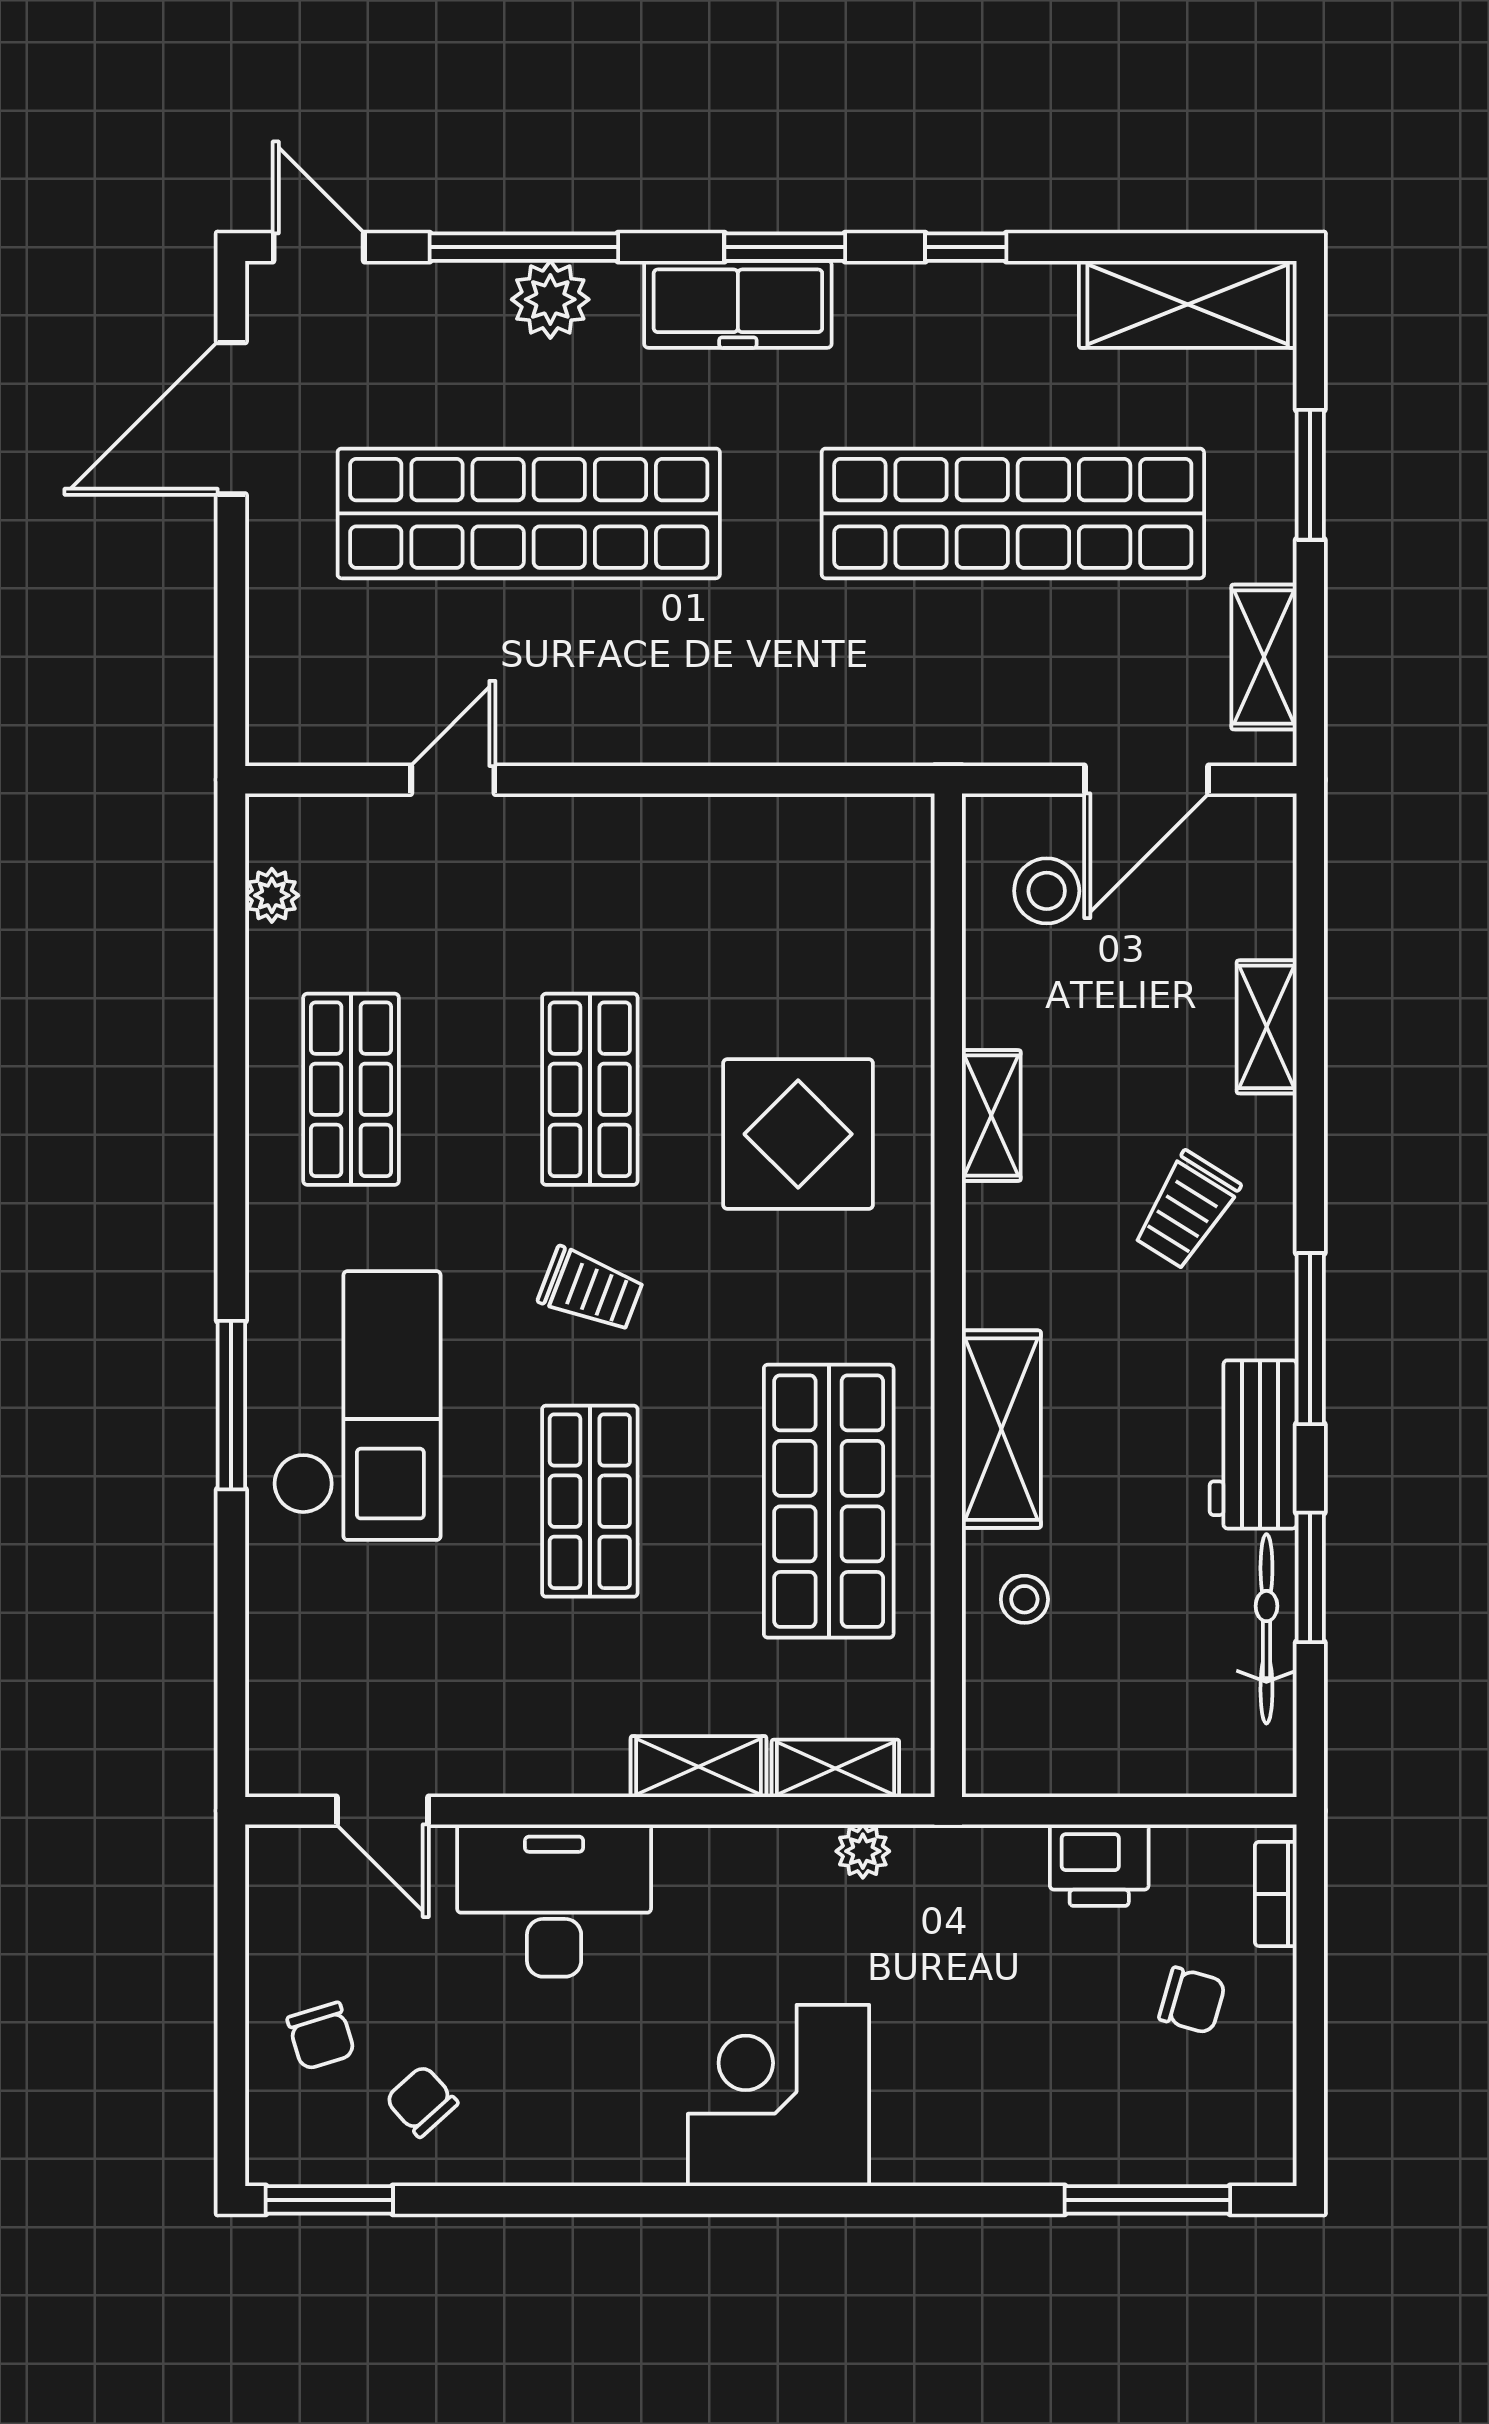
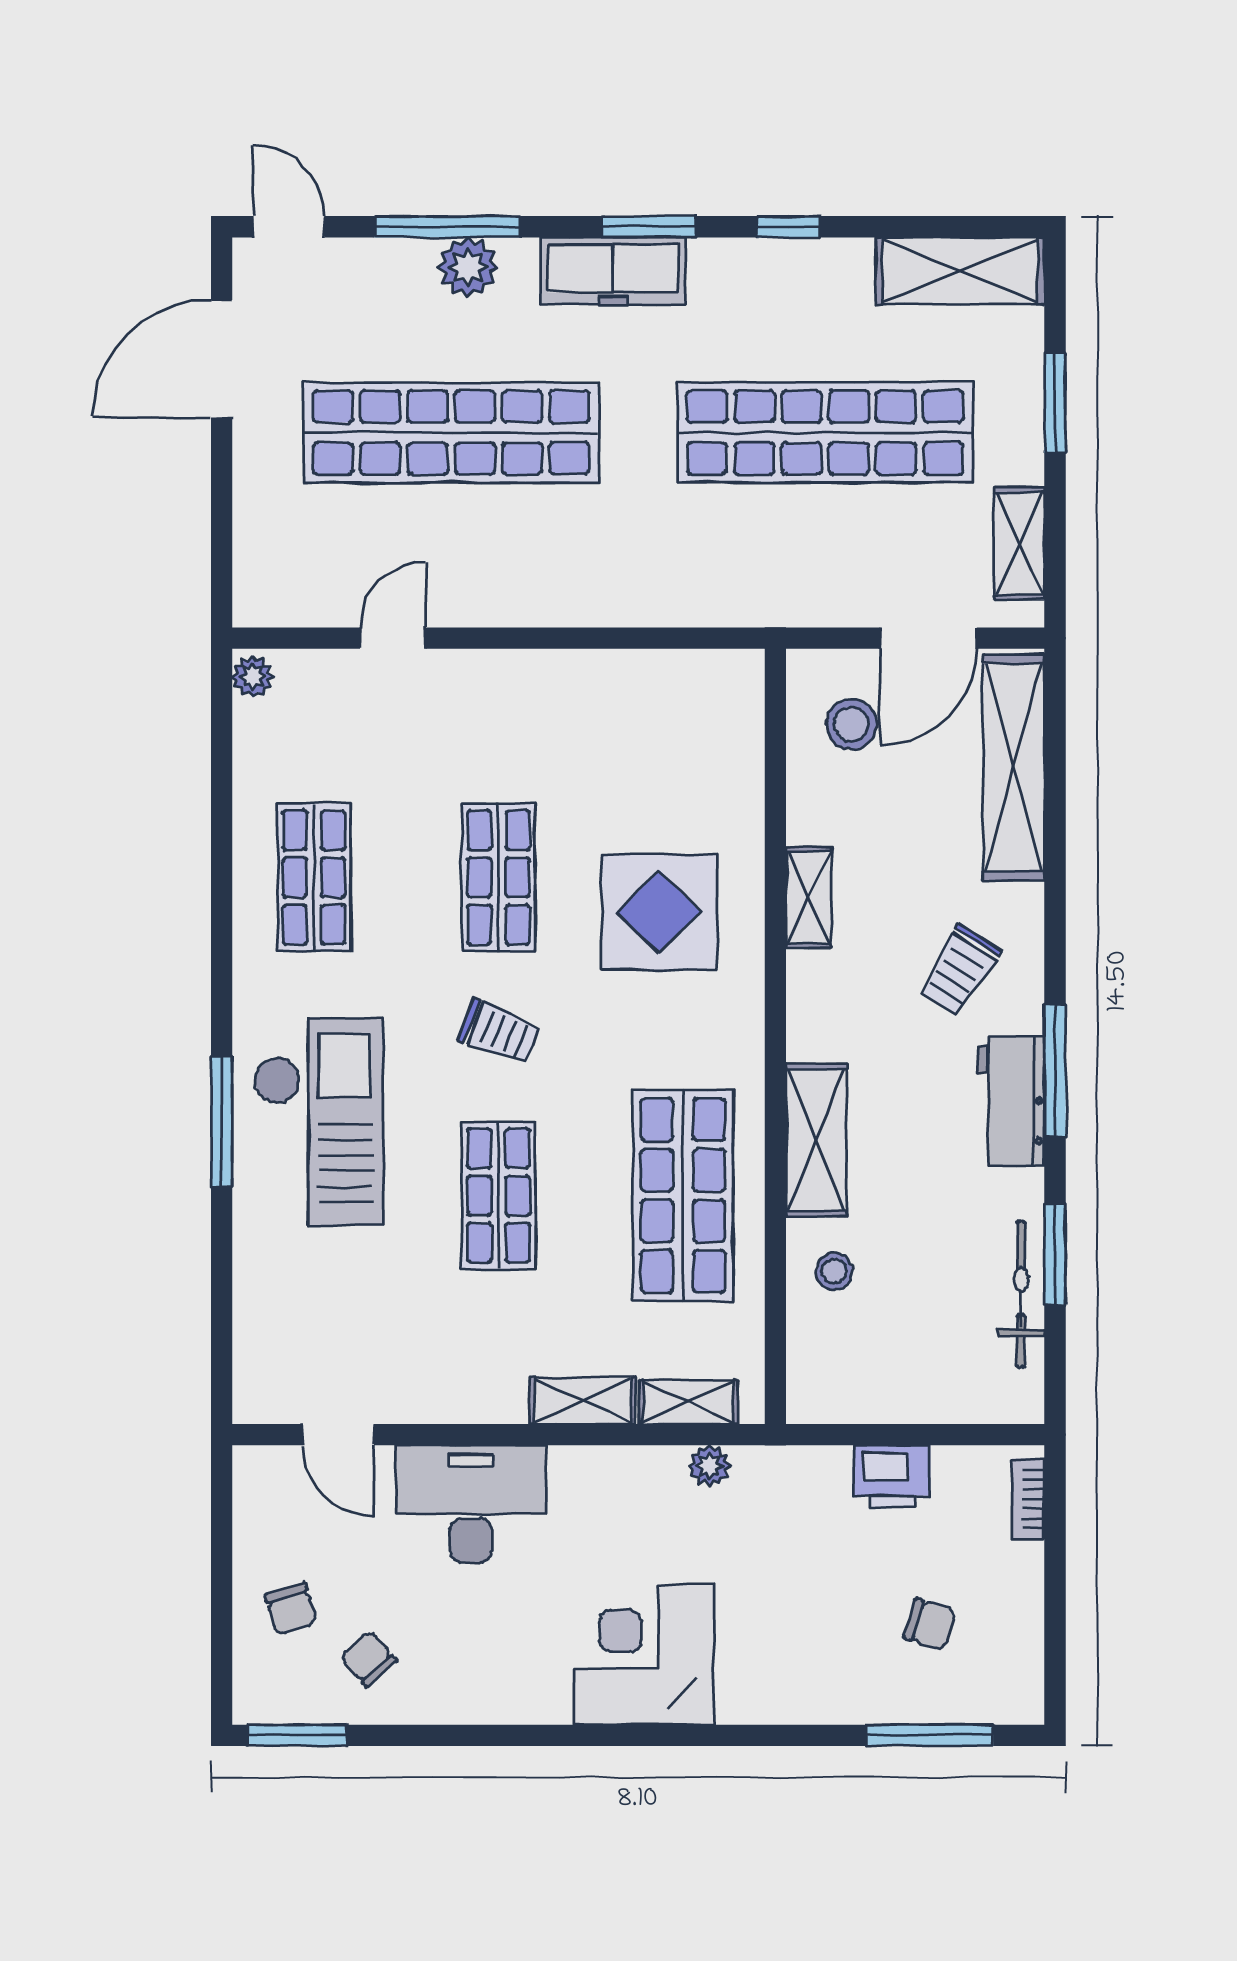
plant: (272, 895) -> (253, 677), moved
shelving: (1267, 1027) -> (1014, 768), width x2.20, depth x1.33
workbench: (1253, 1444) -> (1011, 1101), moved
chair: (1192, 2000) -> (930, 1624), moved

